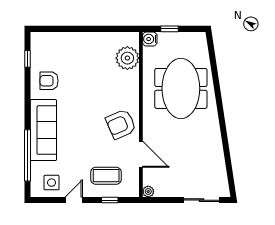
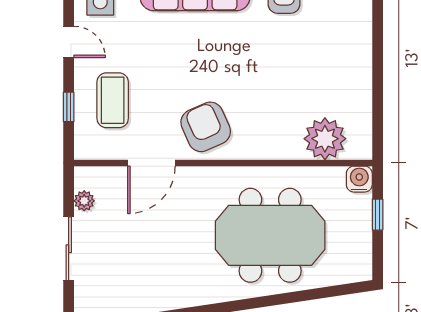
plant: (148, 192) -> (84, 201), moved
sliding door: (202, 200) -> (69, 249), moved

